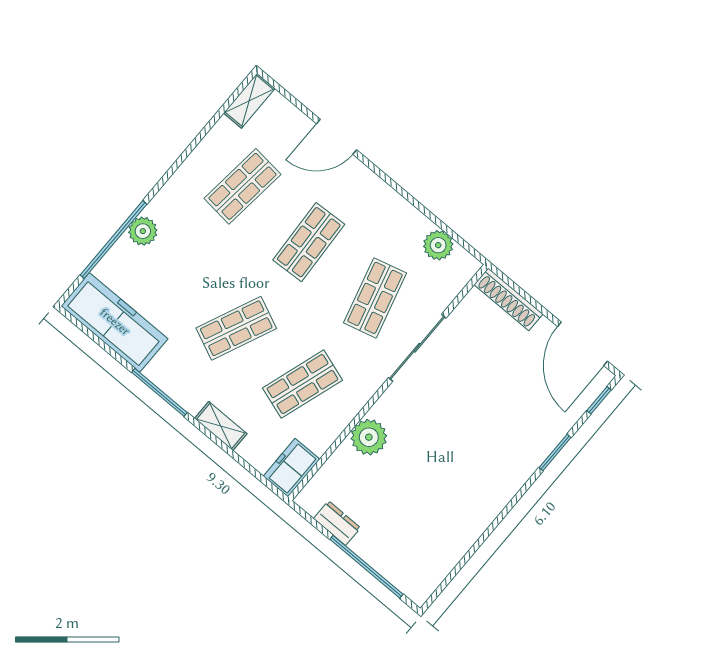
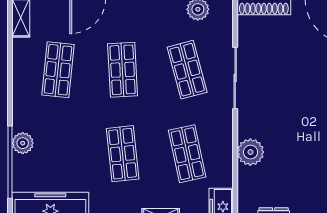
shop shelf: (236, 328) -> (123, 154), turned -30
shop shelf: (302, 384) -> (187, 154), turned -30

